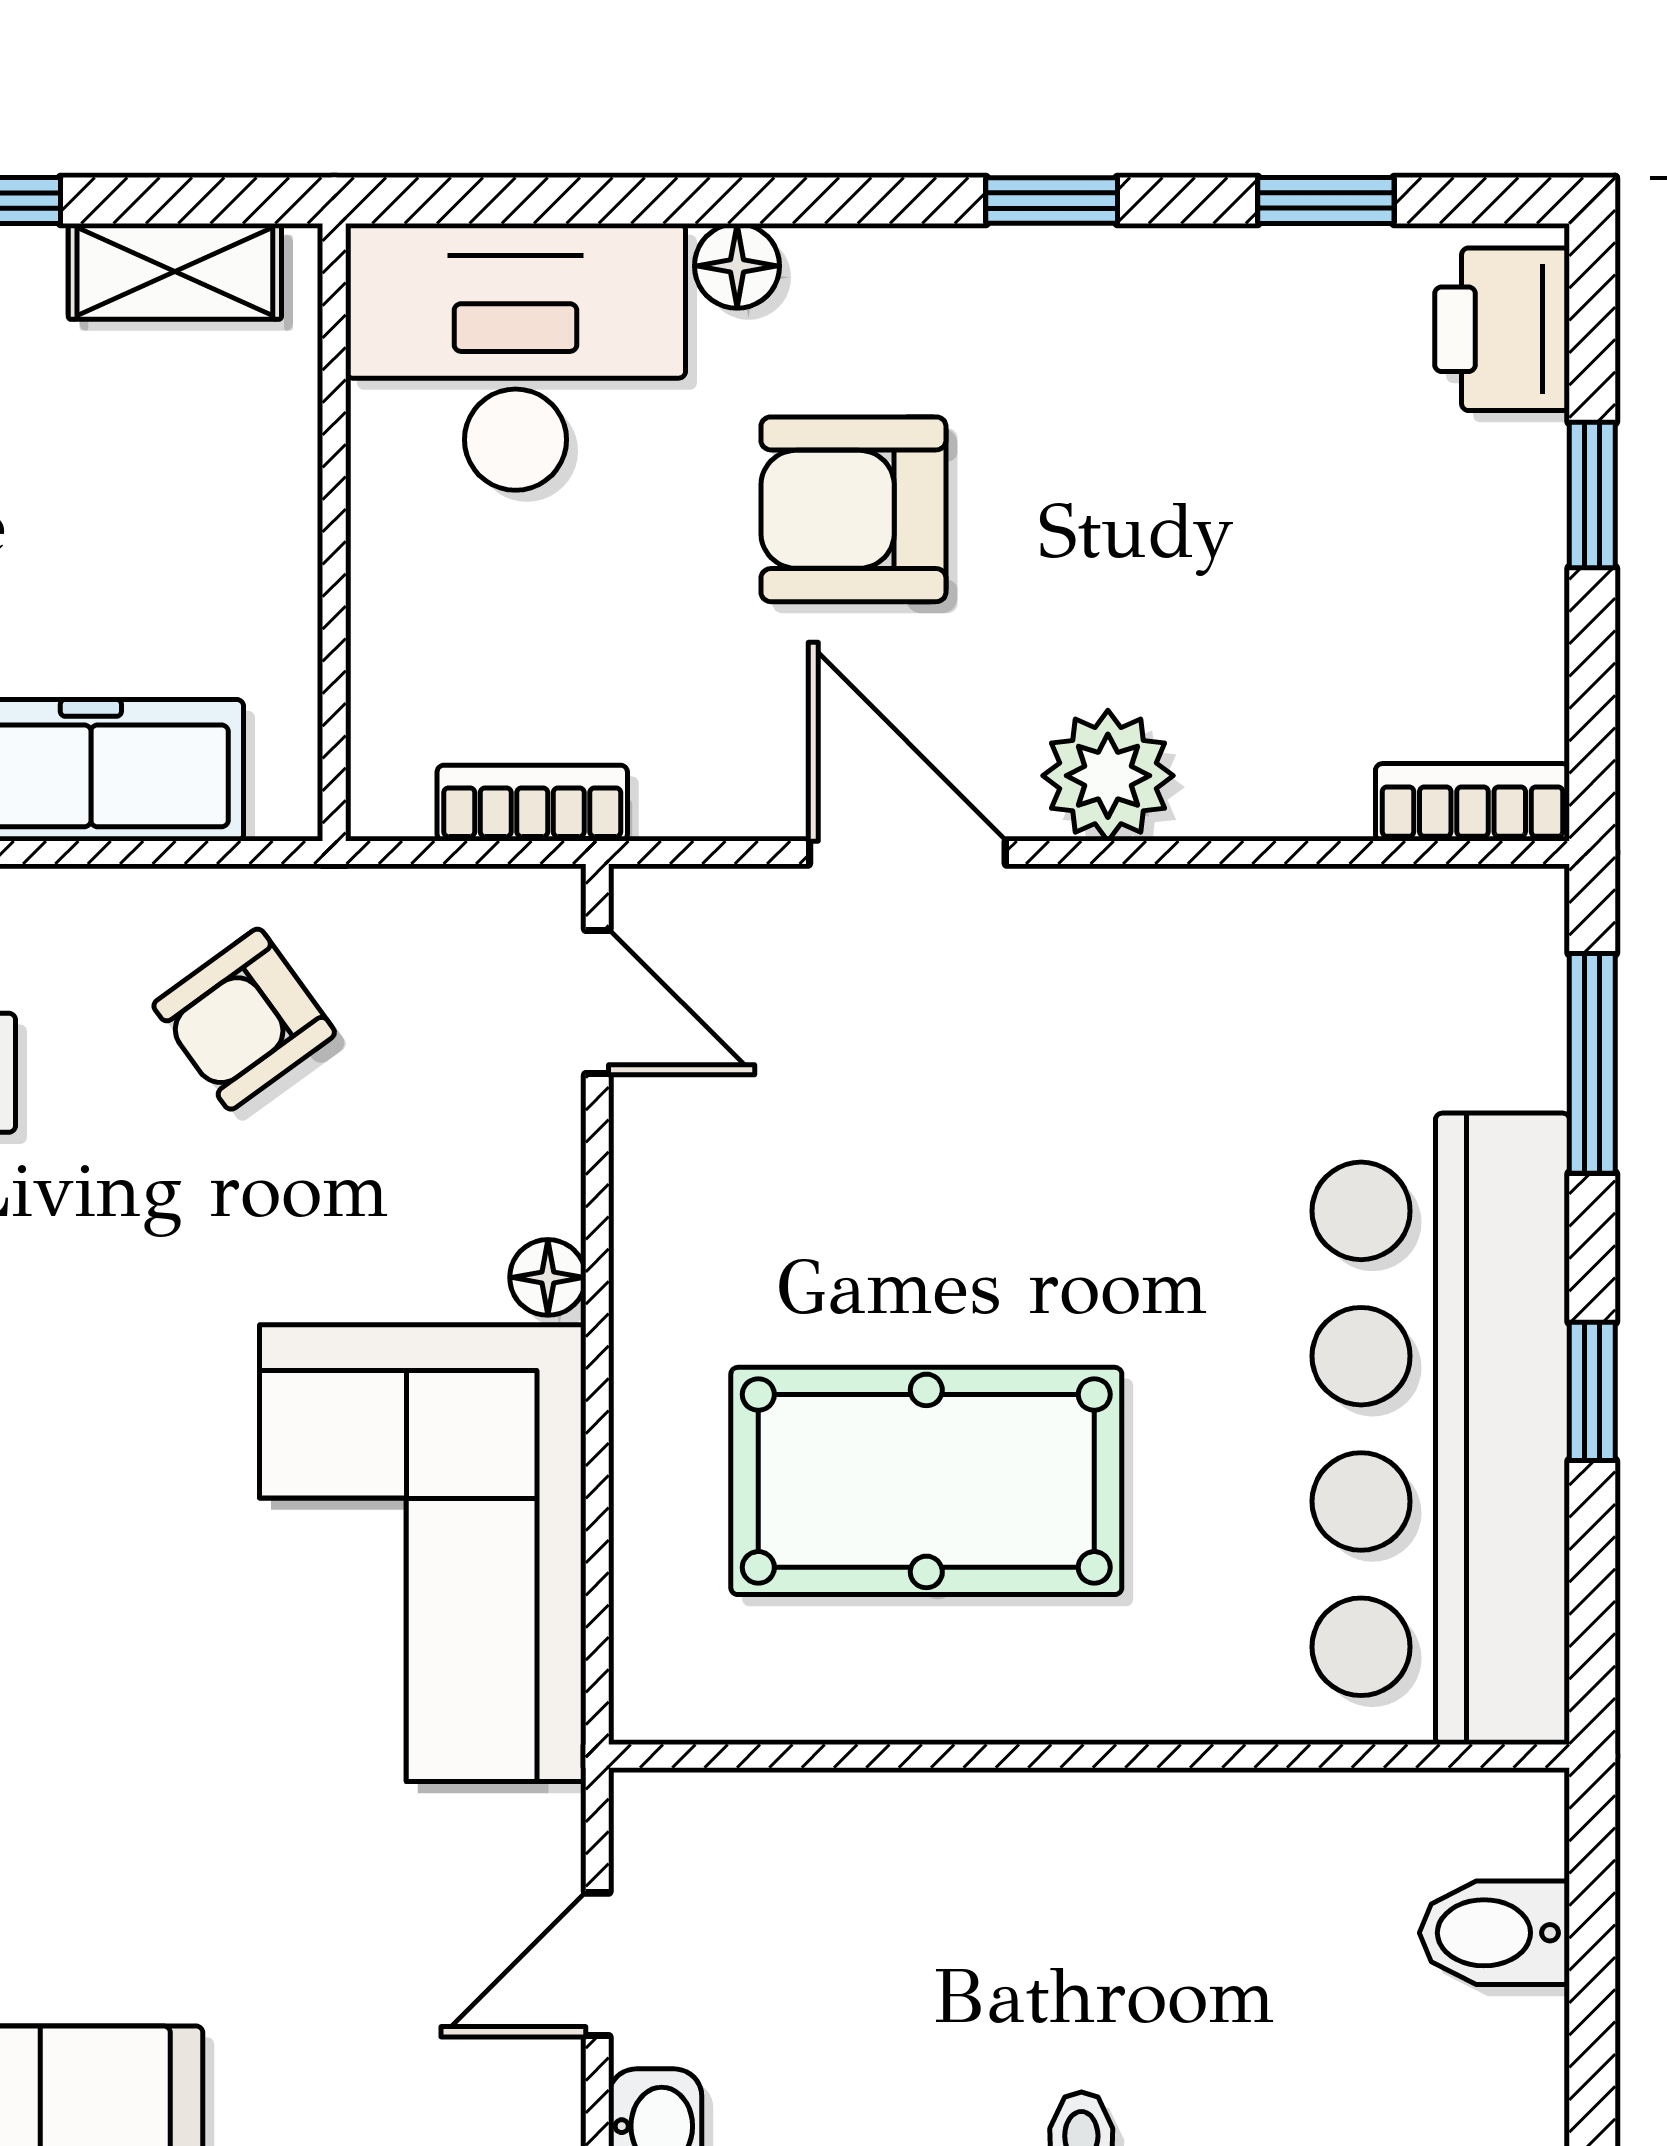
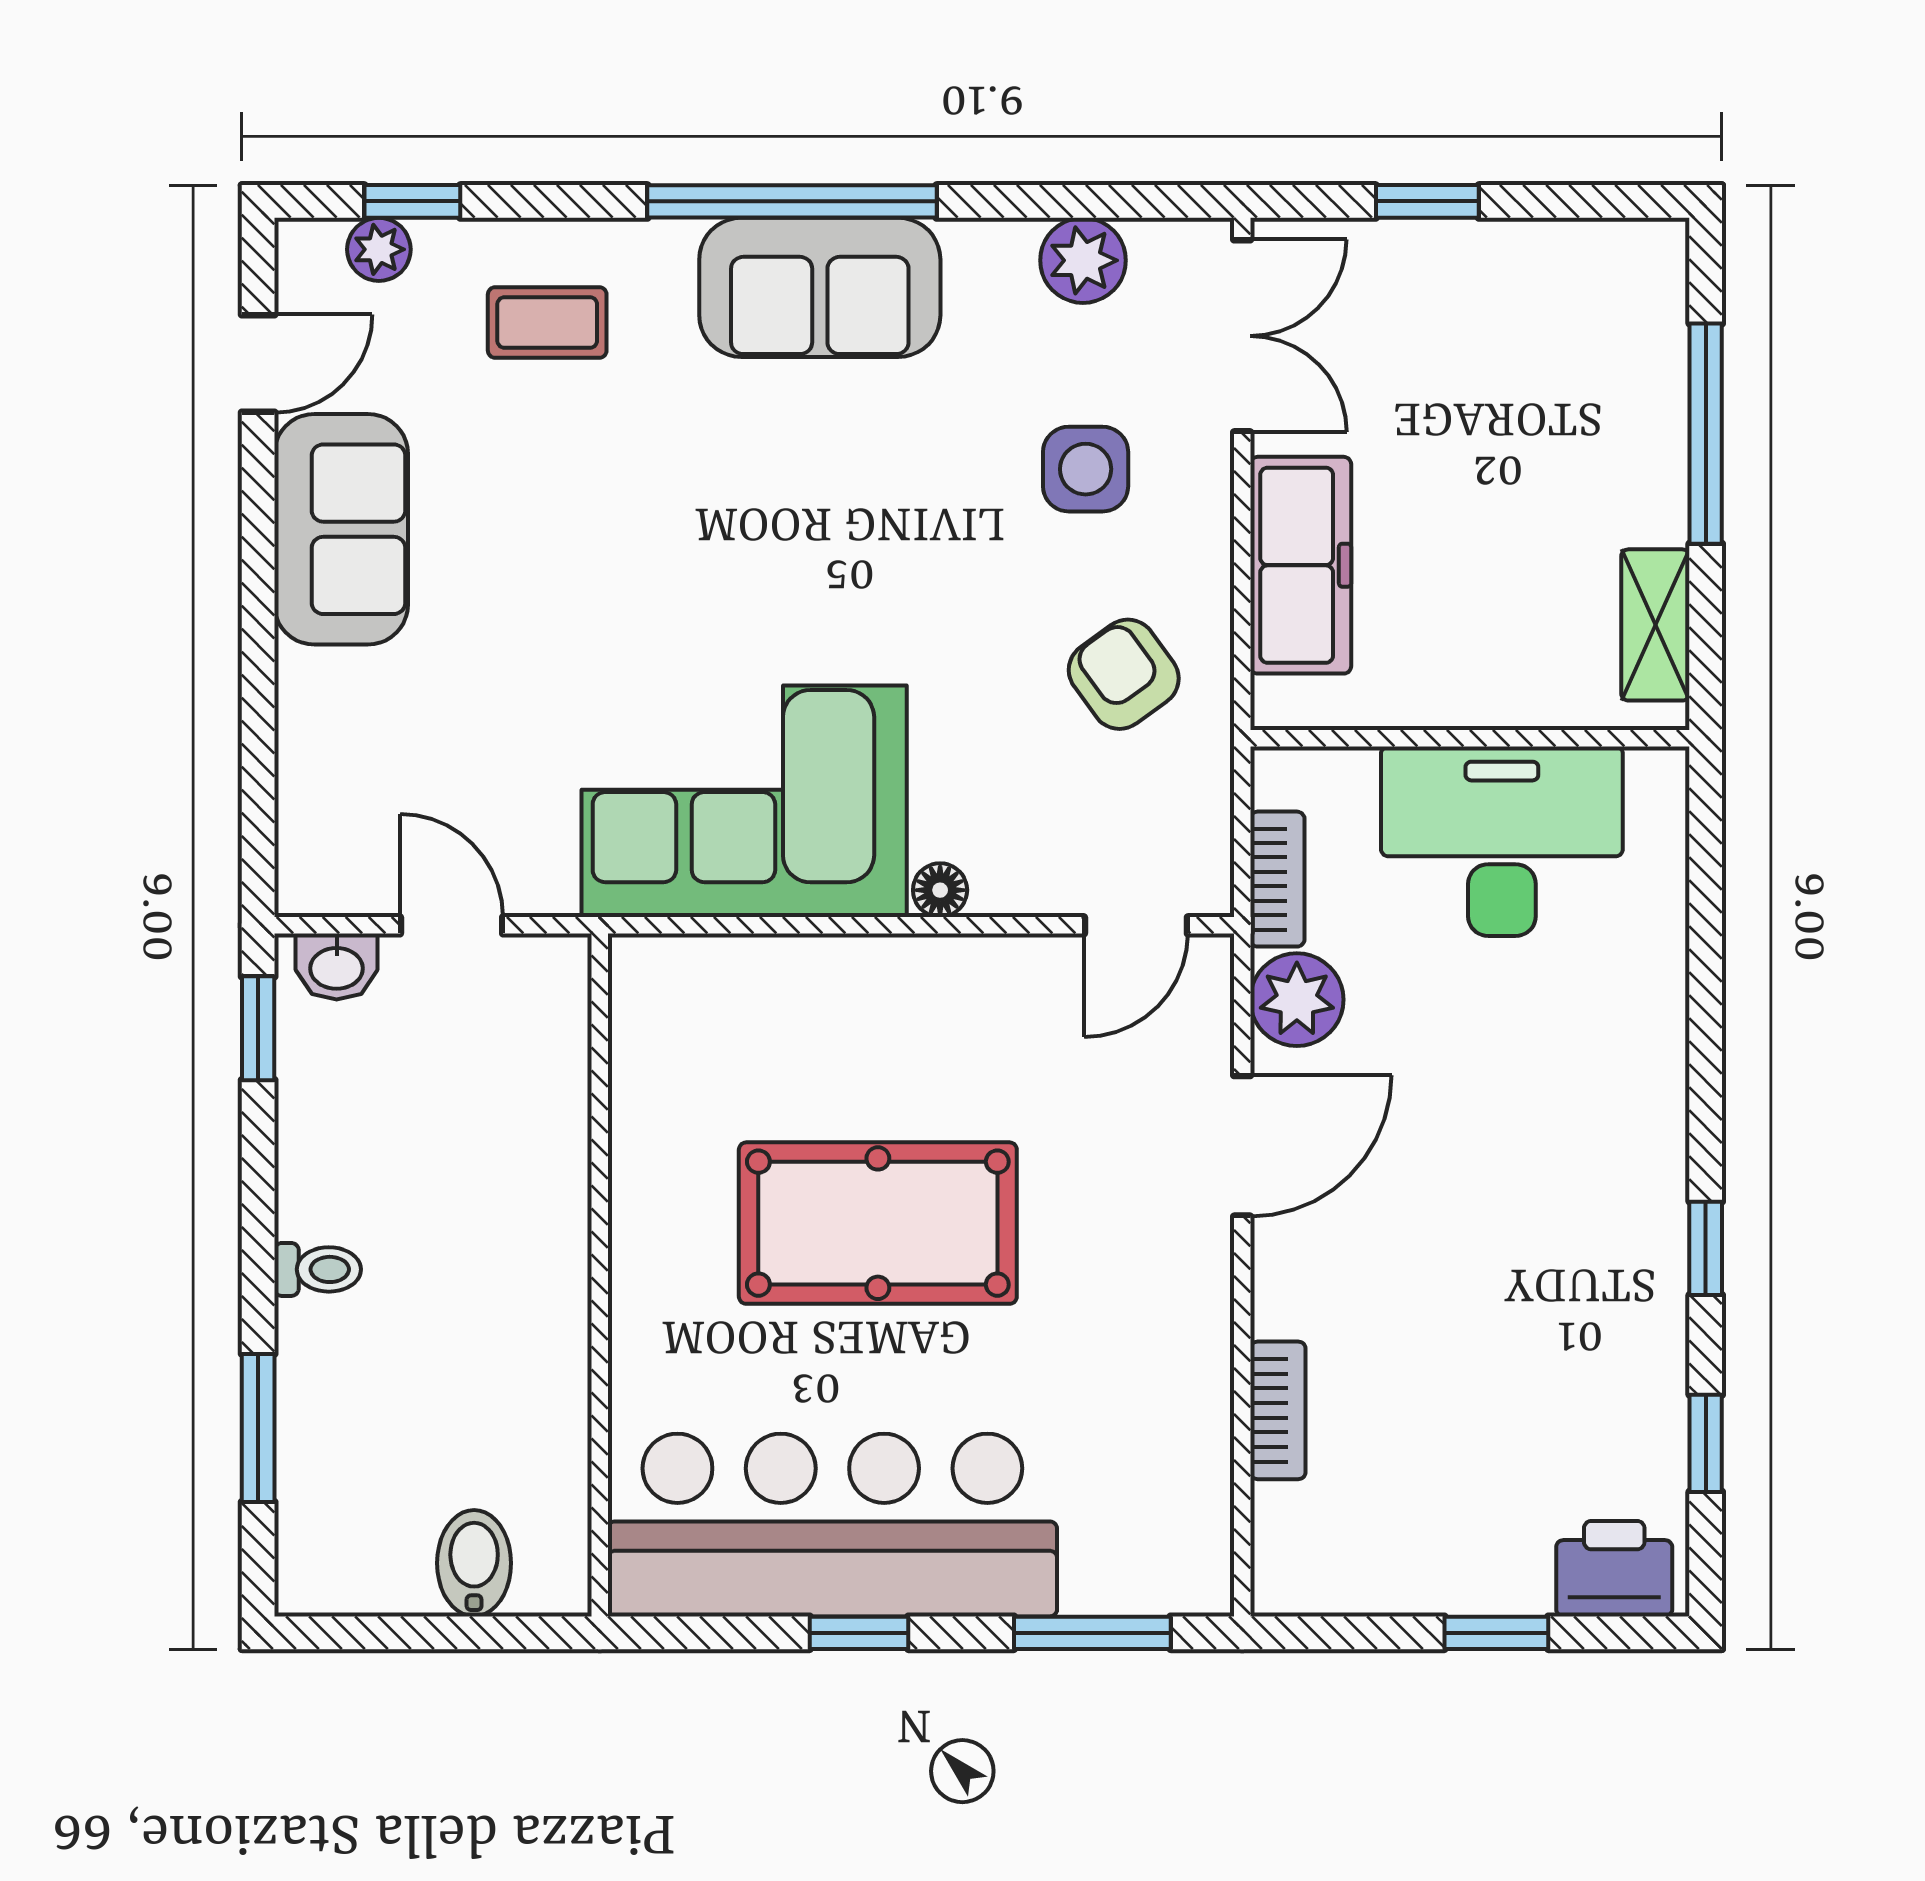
floor lamp: (737, 266) -> (1659, 1025), removed
desk: (516, 357) -> (1502, 841), moved, turned -90
armchair: (853, 509) -> (1486, 1107), removed
plant: (1108, 776) -> (1297, 1000), moved
bookcase: (1473, 802) -> (1278, 1410), moved
pool table: (926, 1481) -> (878, 1223), moved, turned 90

